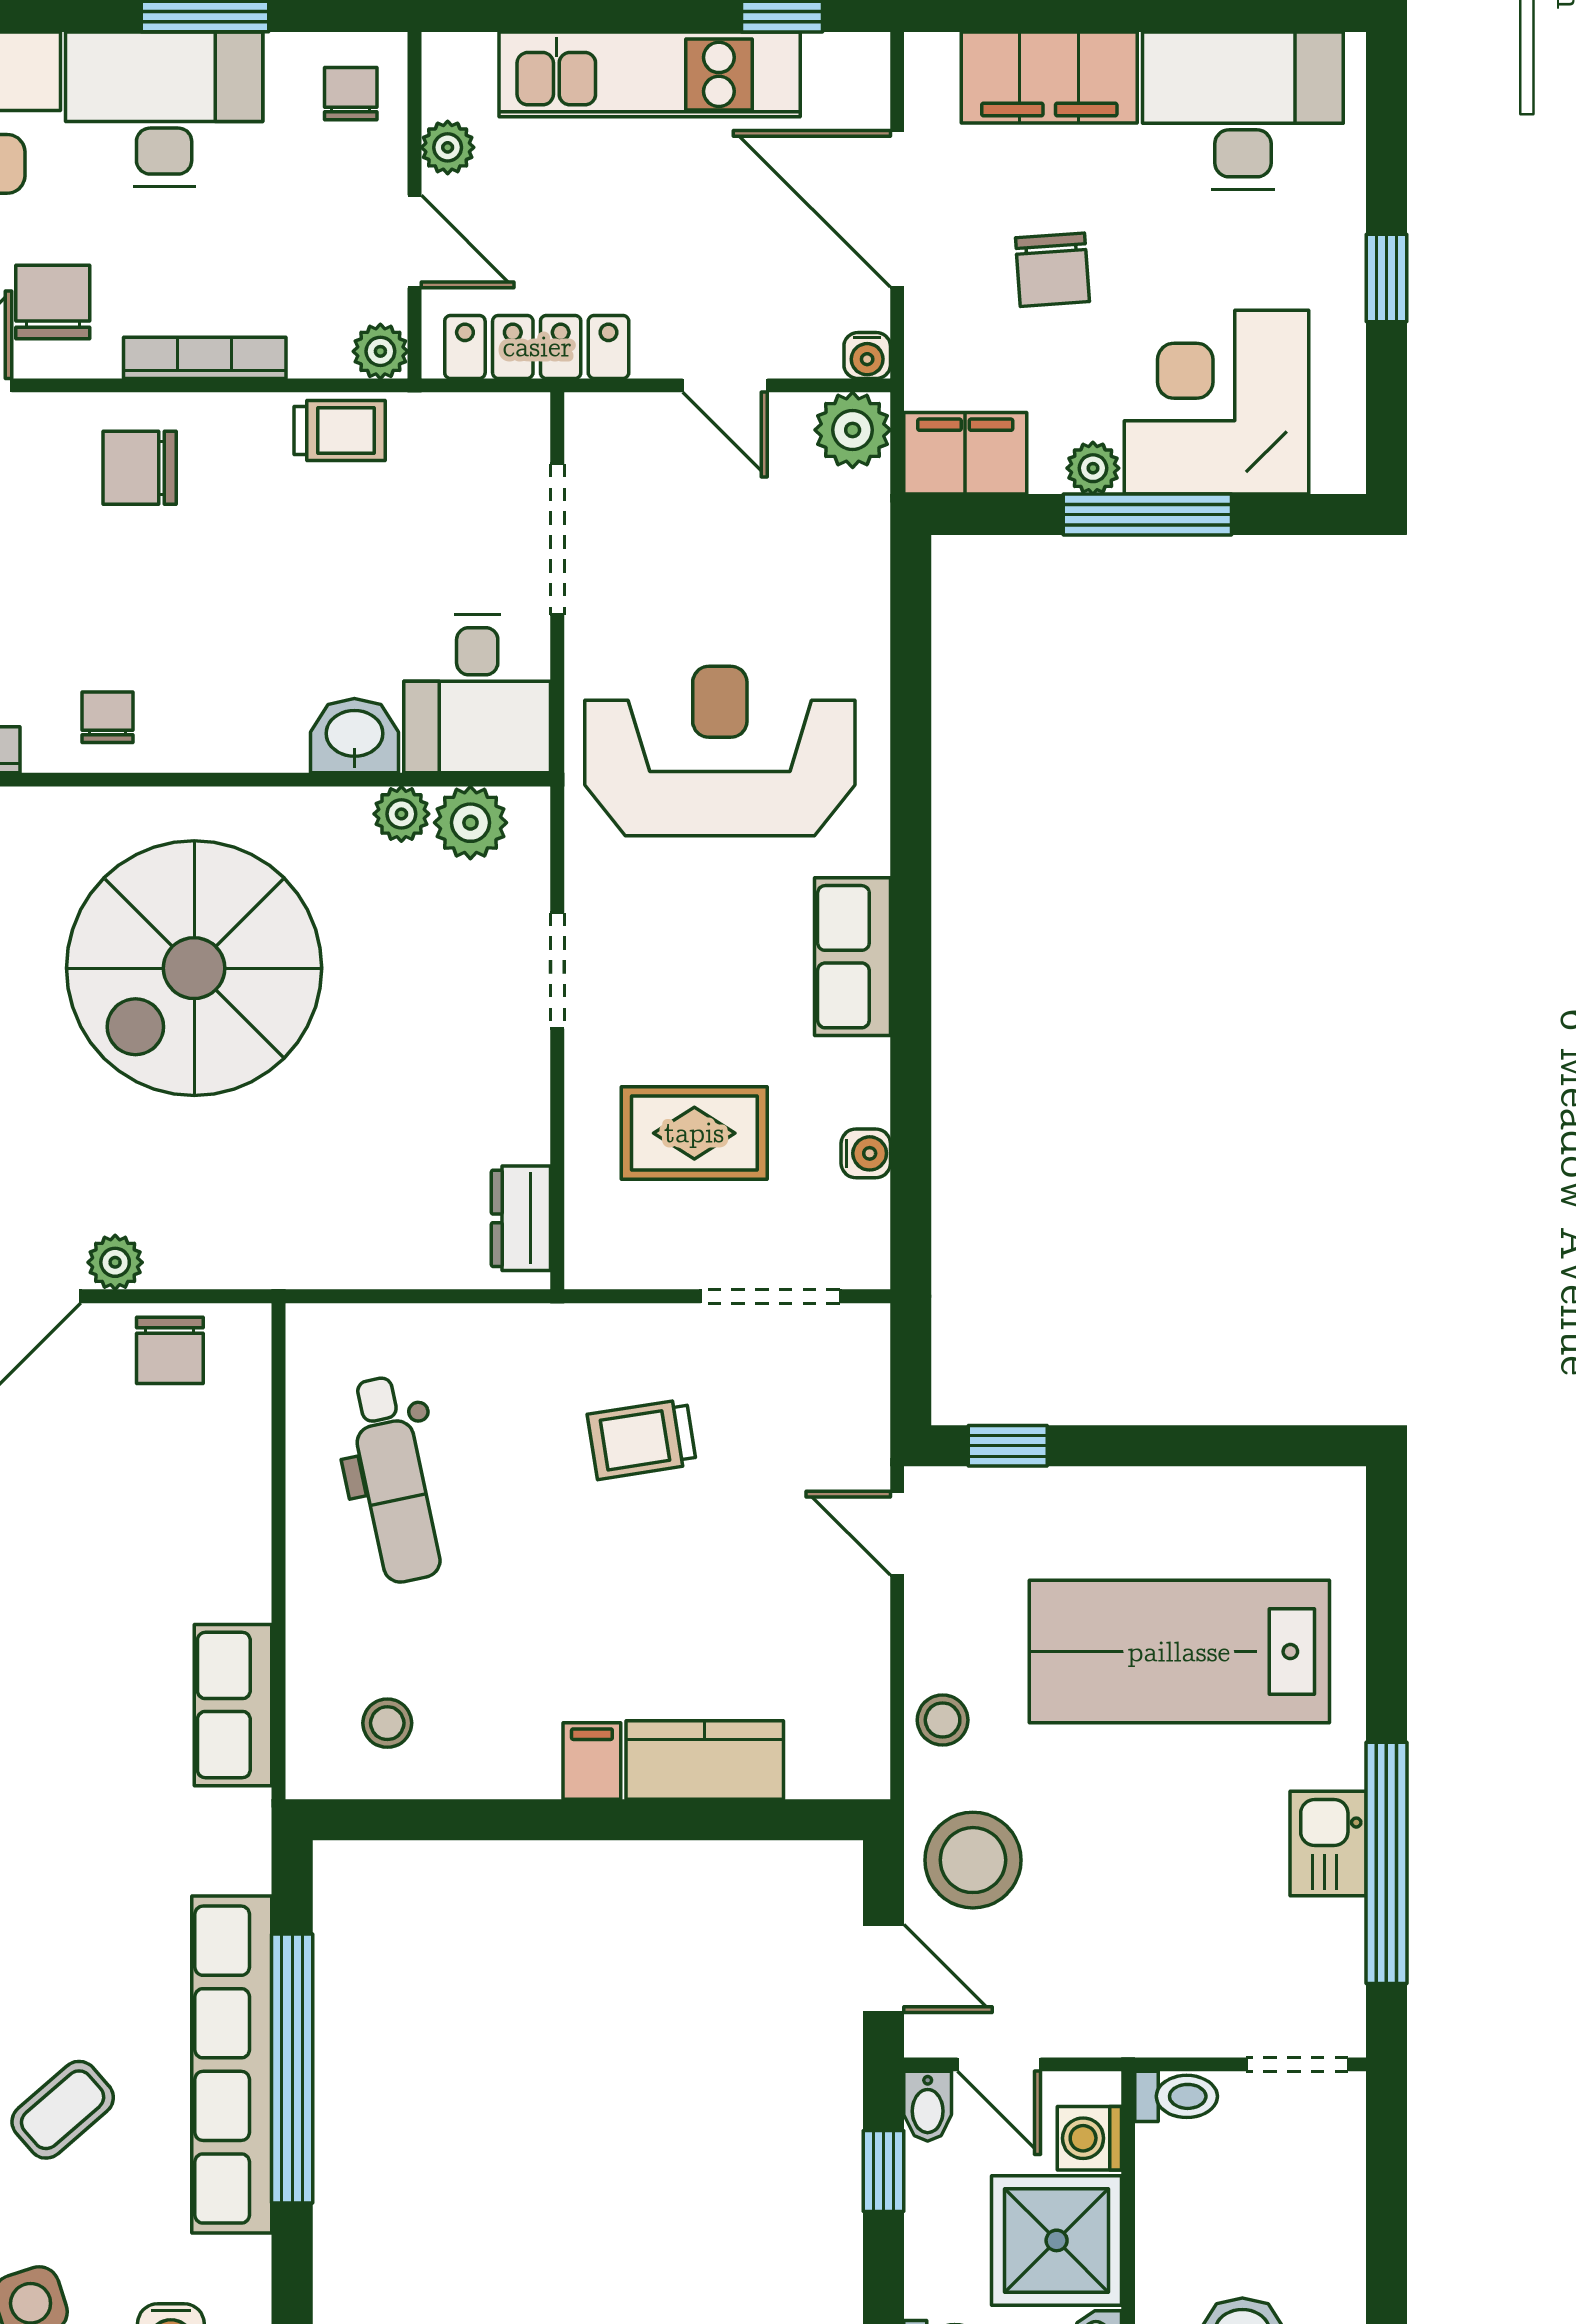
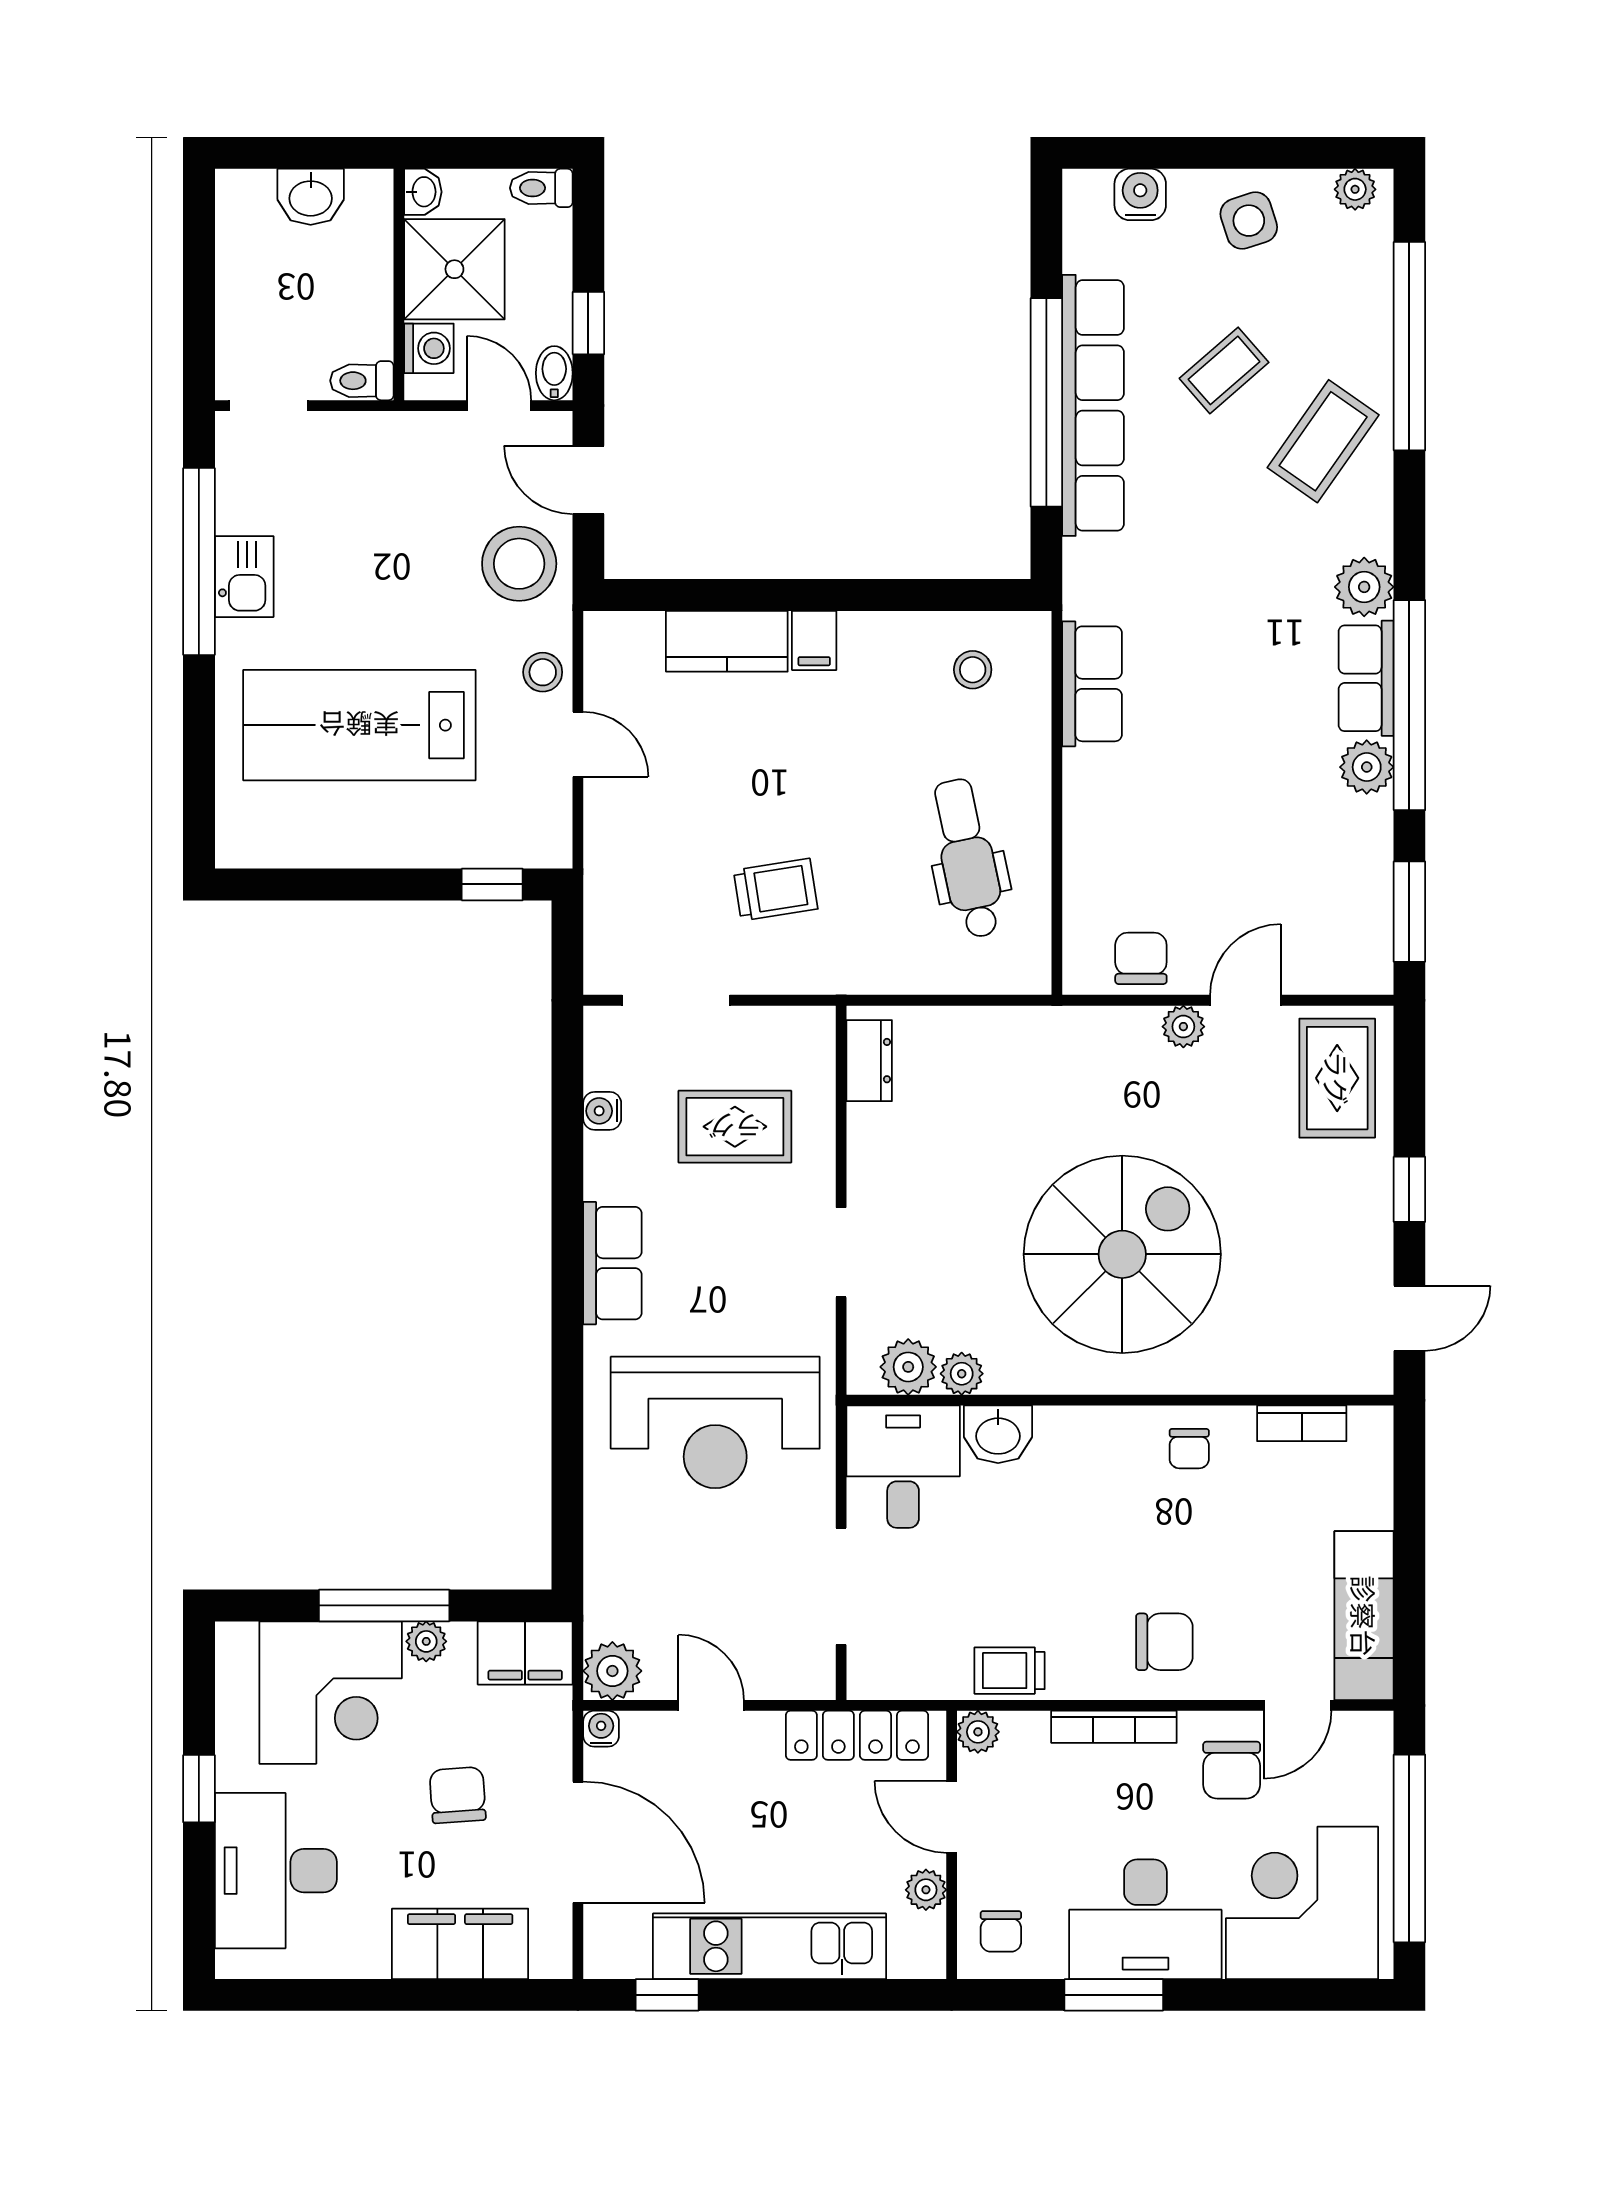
desk: (1243, 111) -> (276, 1871), moved, turned 90
door: (897, 1533) -> (578, 744), moved
lab bench: (1179, 1652) -> (359, 725), turned 180

